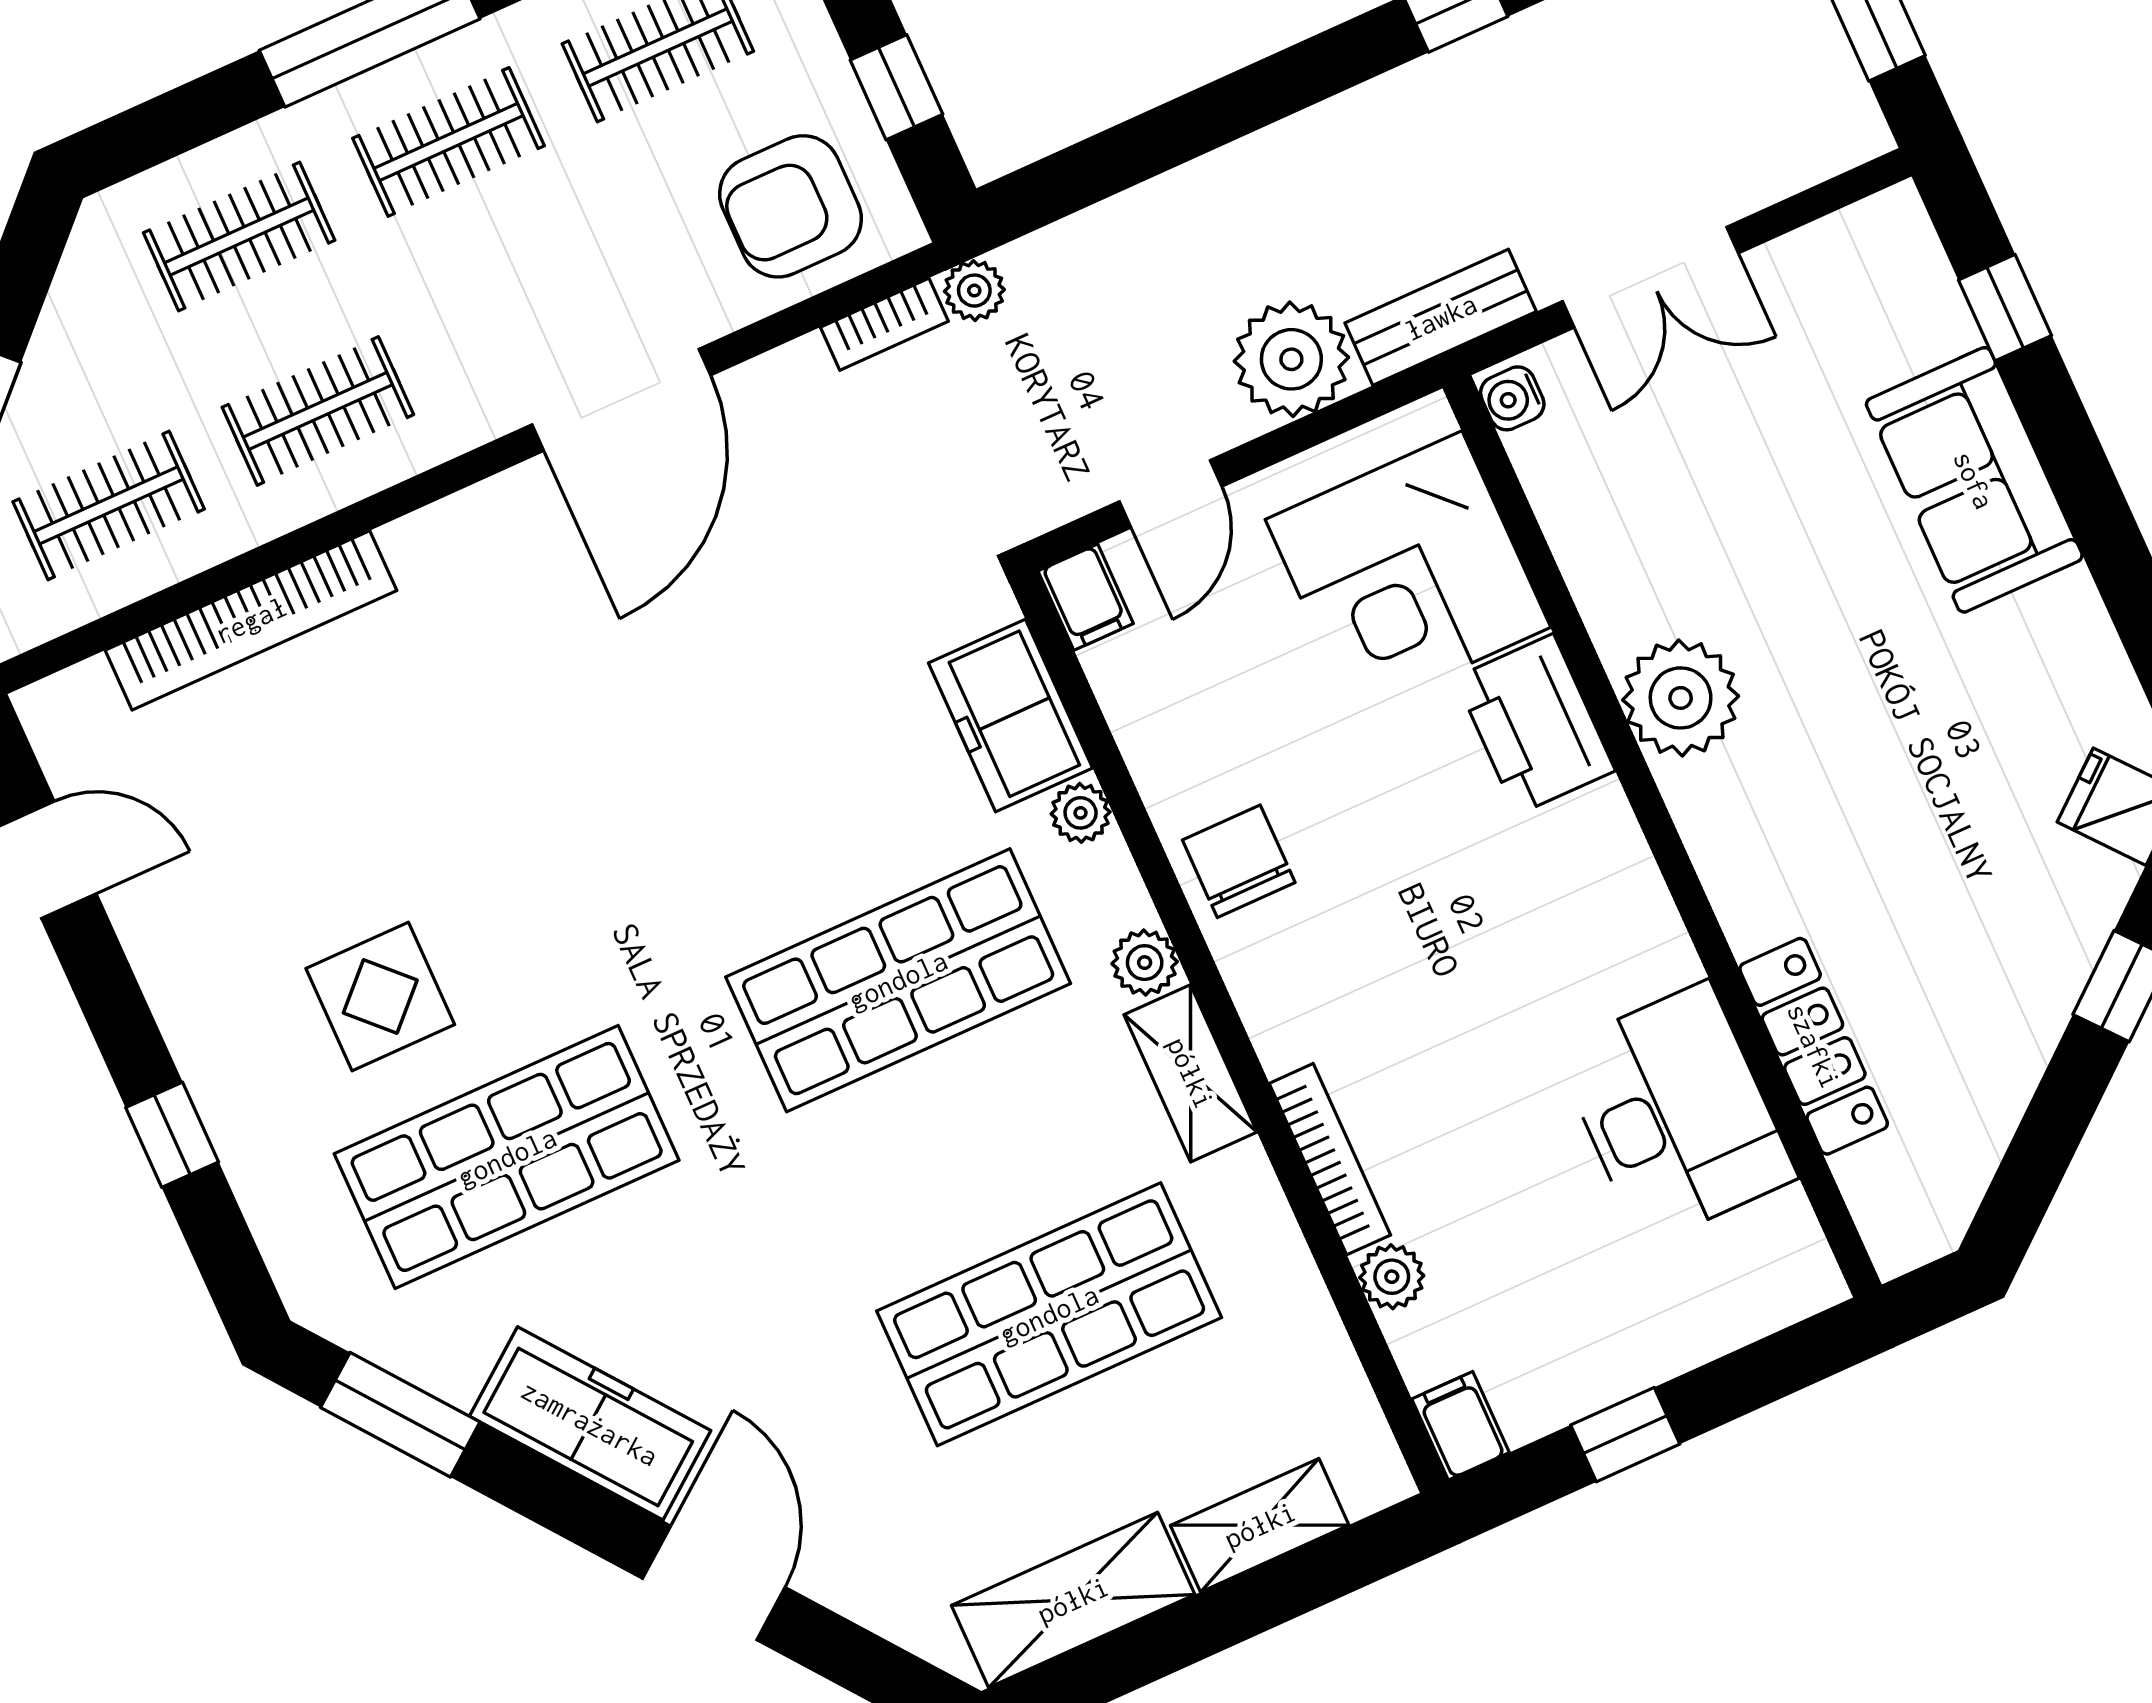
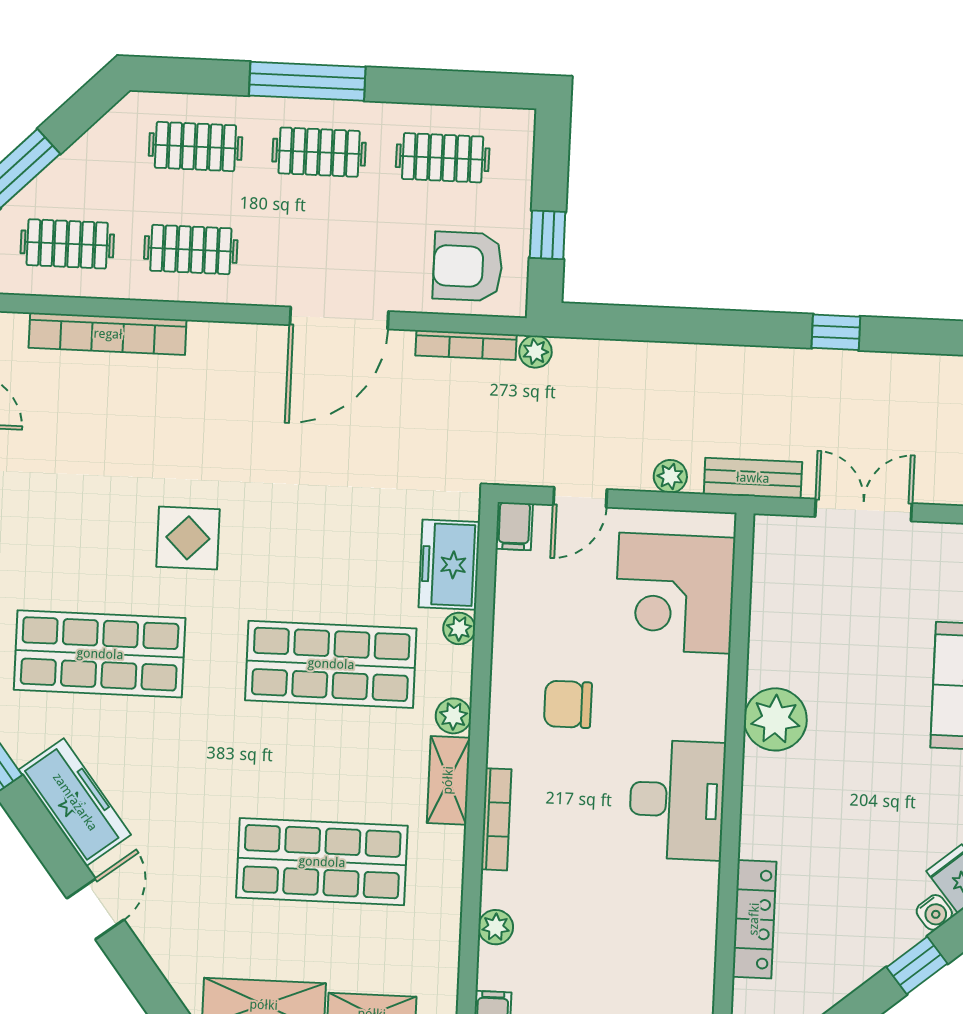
double door: (1650, 277) -> (863, 510), swing flipped
bookcase: (884, 324) -> (466, 345), width x1.56
plant: (1291, 359) -> (670, 476), width x0.53, depth x0.53
water cooler: (1512, 398) -> (934, 912), moved, turned -130
printer: (1535, 724) -> (699, 697), removed
chair: (1239, 861) -> (568, 704), moved, turned -90
display table: (380, 996) -> (188, 538), moved
desk: (1676, 1114) -> (677, 800), moved
bookcase: (1330, 1159) -> (496, 819), moved
door: (714, 1583) -> (95, 909), width x0.73

